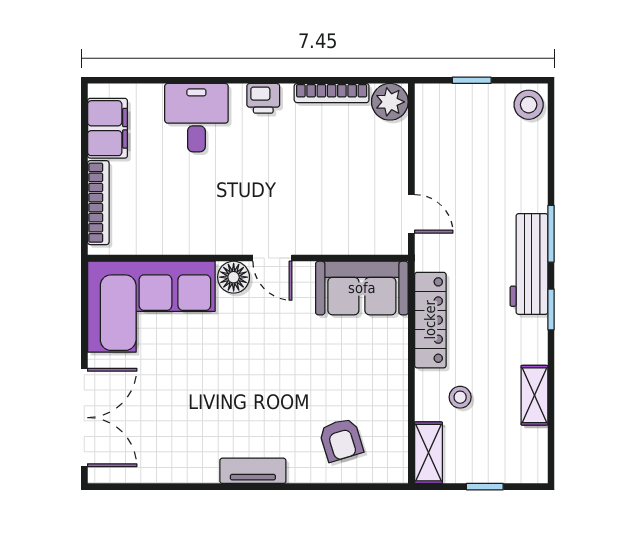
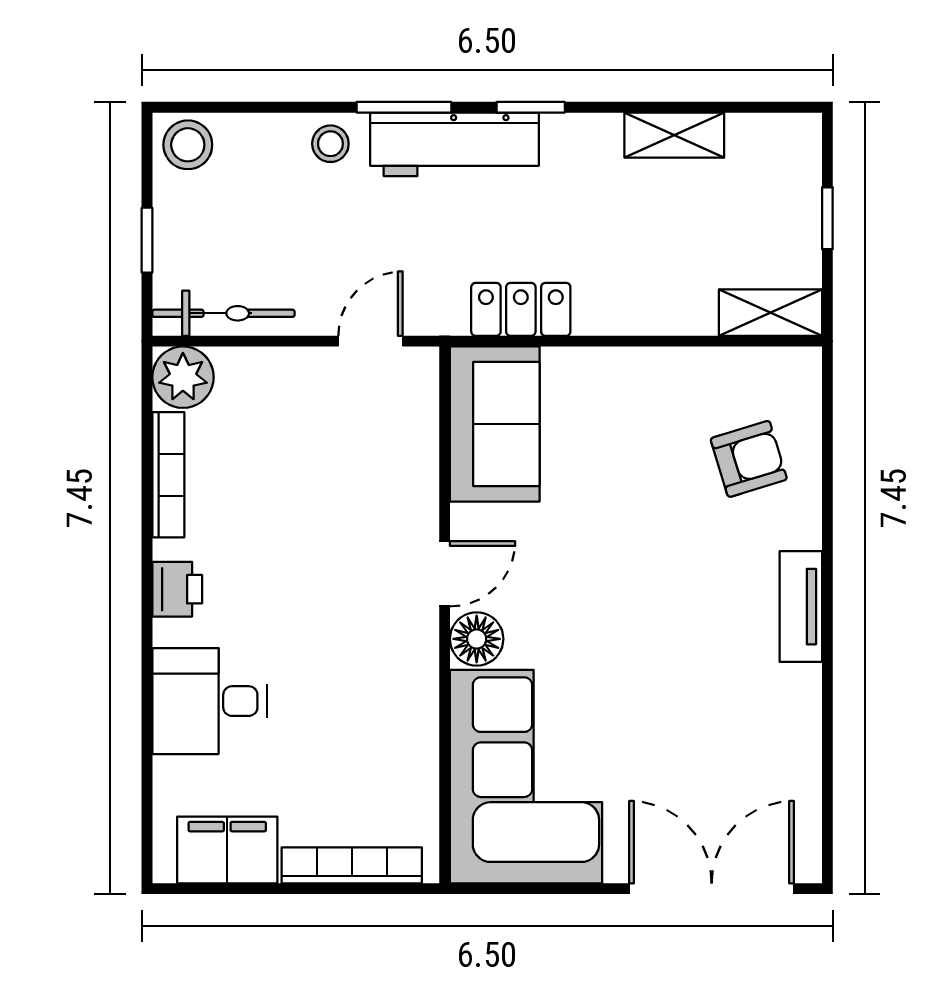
bicycle: (428, 126) -> (223, 313), added
locker: (430, 320) -> (521, 309), width x0.66
stool: (460, 397) -> (330, 144), moved

